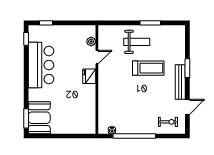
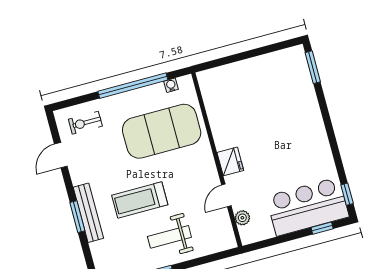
bar counter: (41, 65) -> (308, 207), moved, turned 90
bench: (180, 82) -> (88, 213), moved
exercise mat: (125, 105) -> (162, 131), added
booth: (39, 118) -> (292, 74), removed

